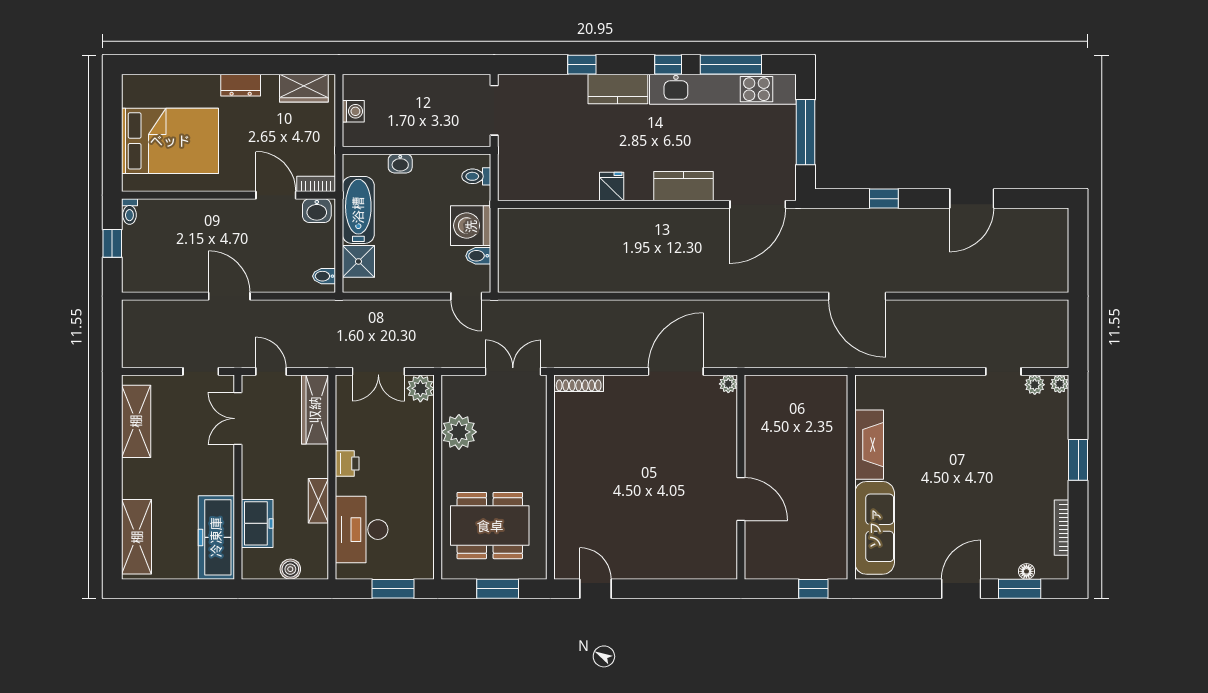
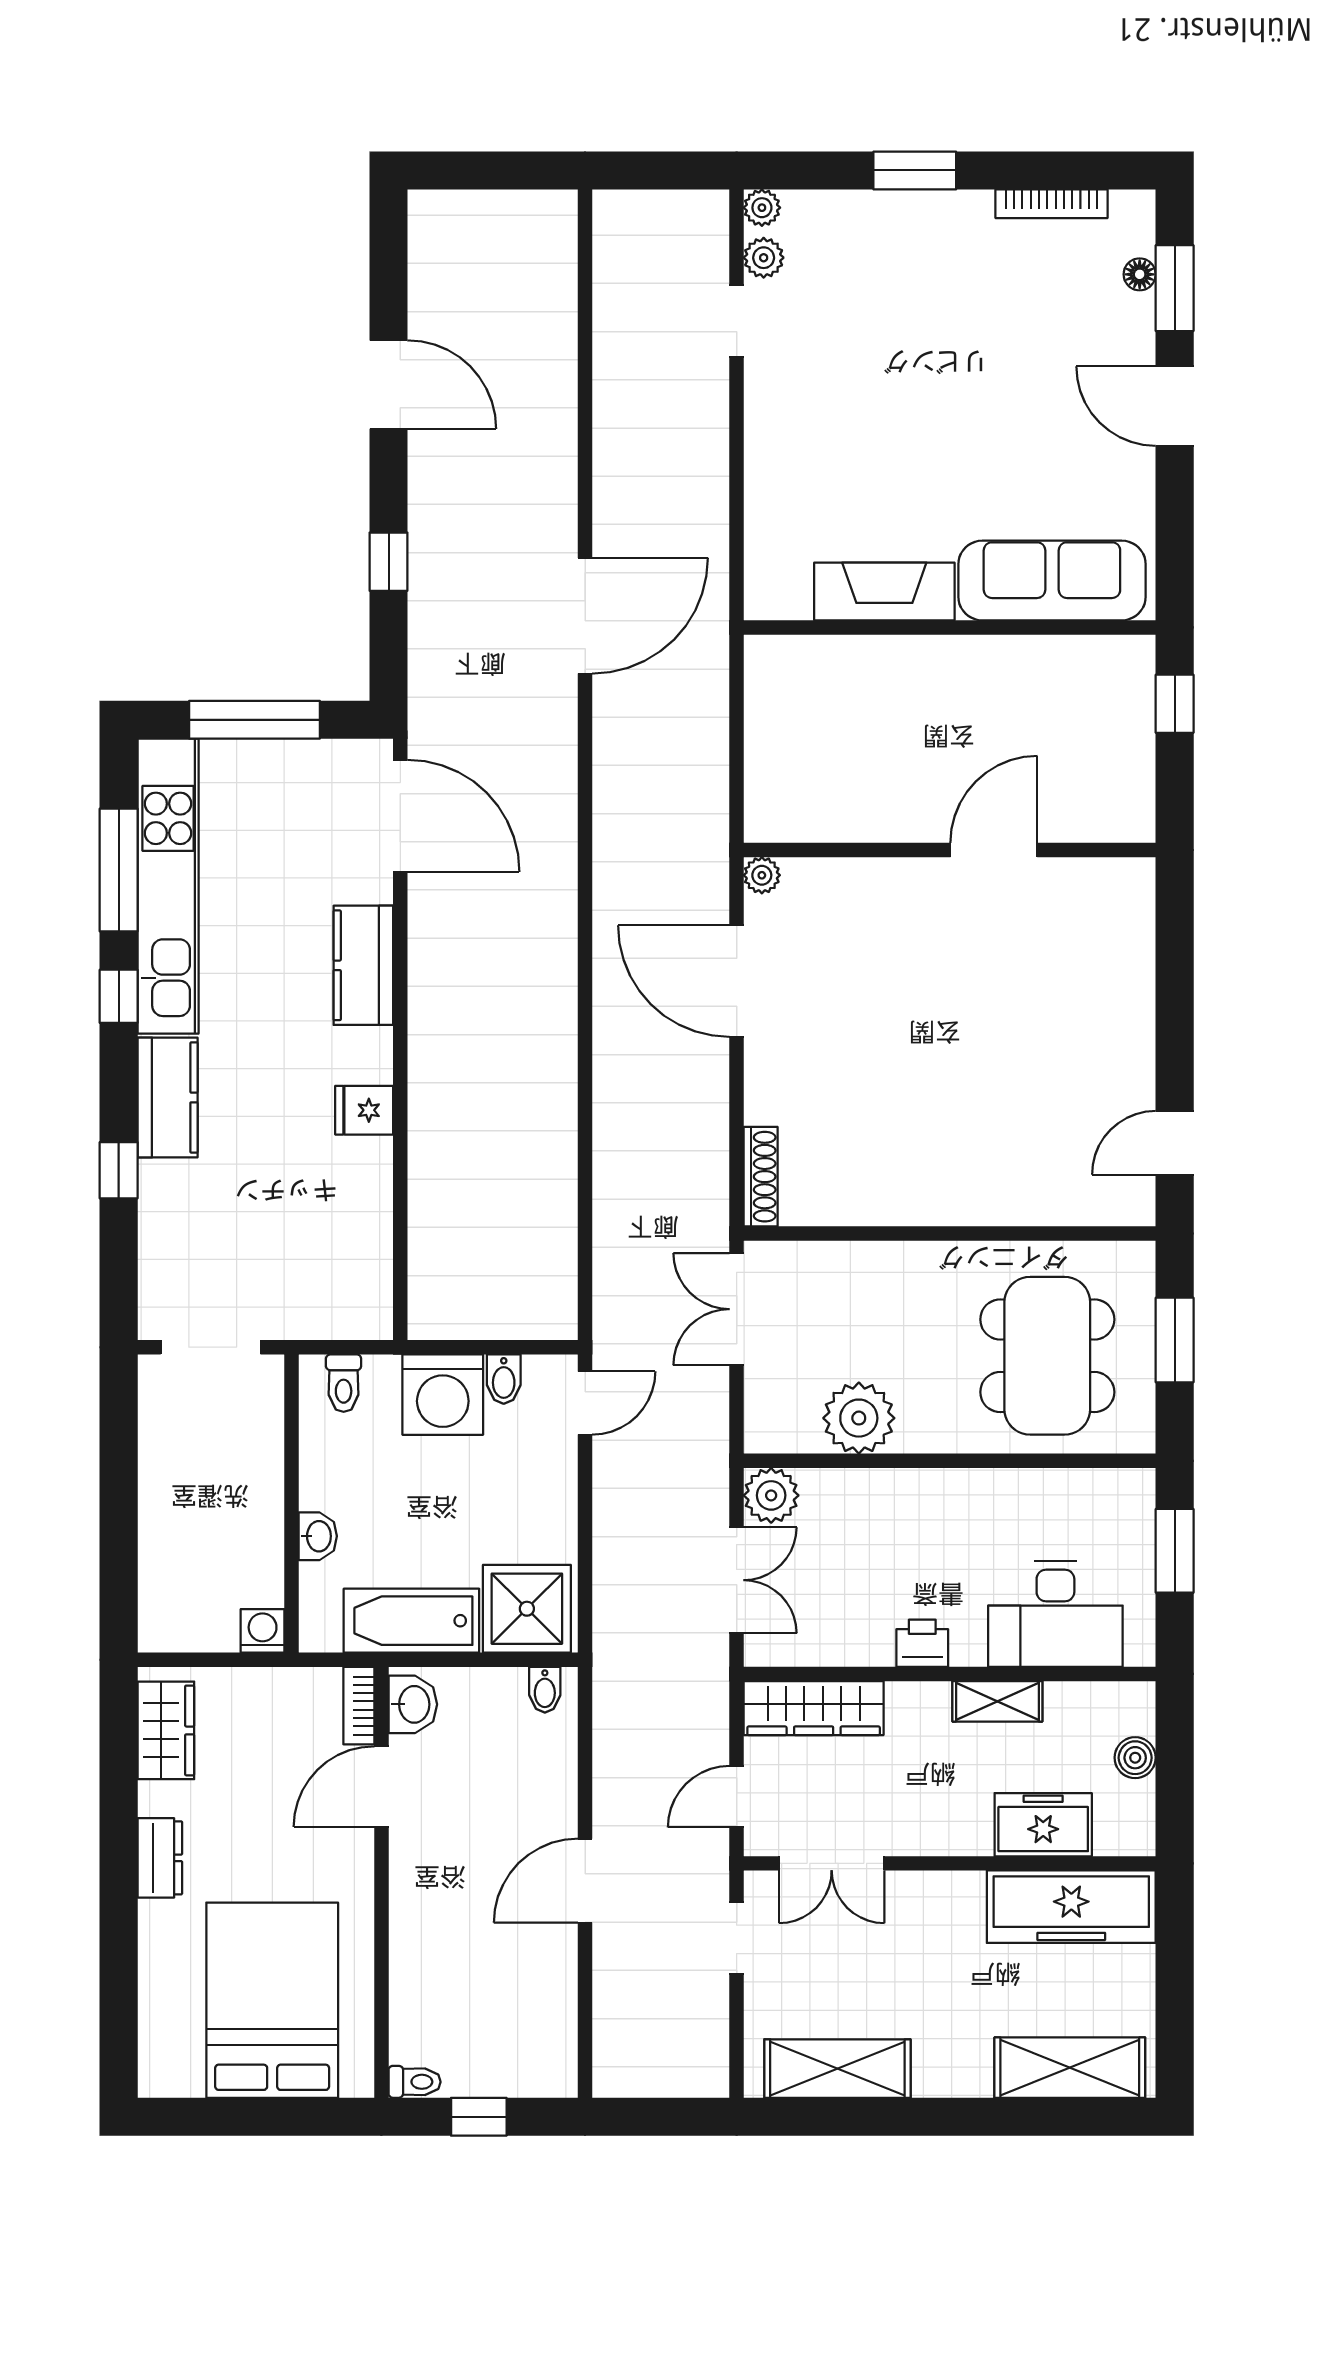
washing machine: (353, 111) -> (263, 1631), moved
shower: (358, 261) -> (527, 1609), width x1.36, depth x1.36

